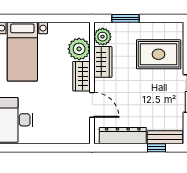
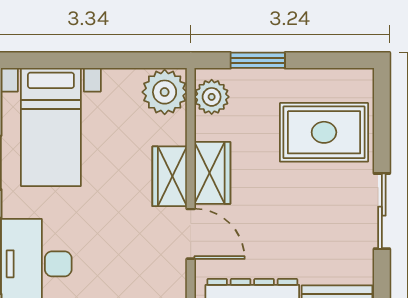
plant: (79, 49) -> (165, 92), moved
wardrobe: (103, 62) -> (212, 173), moved

